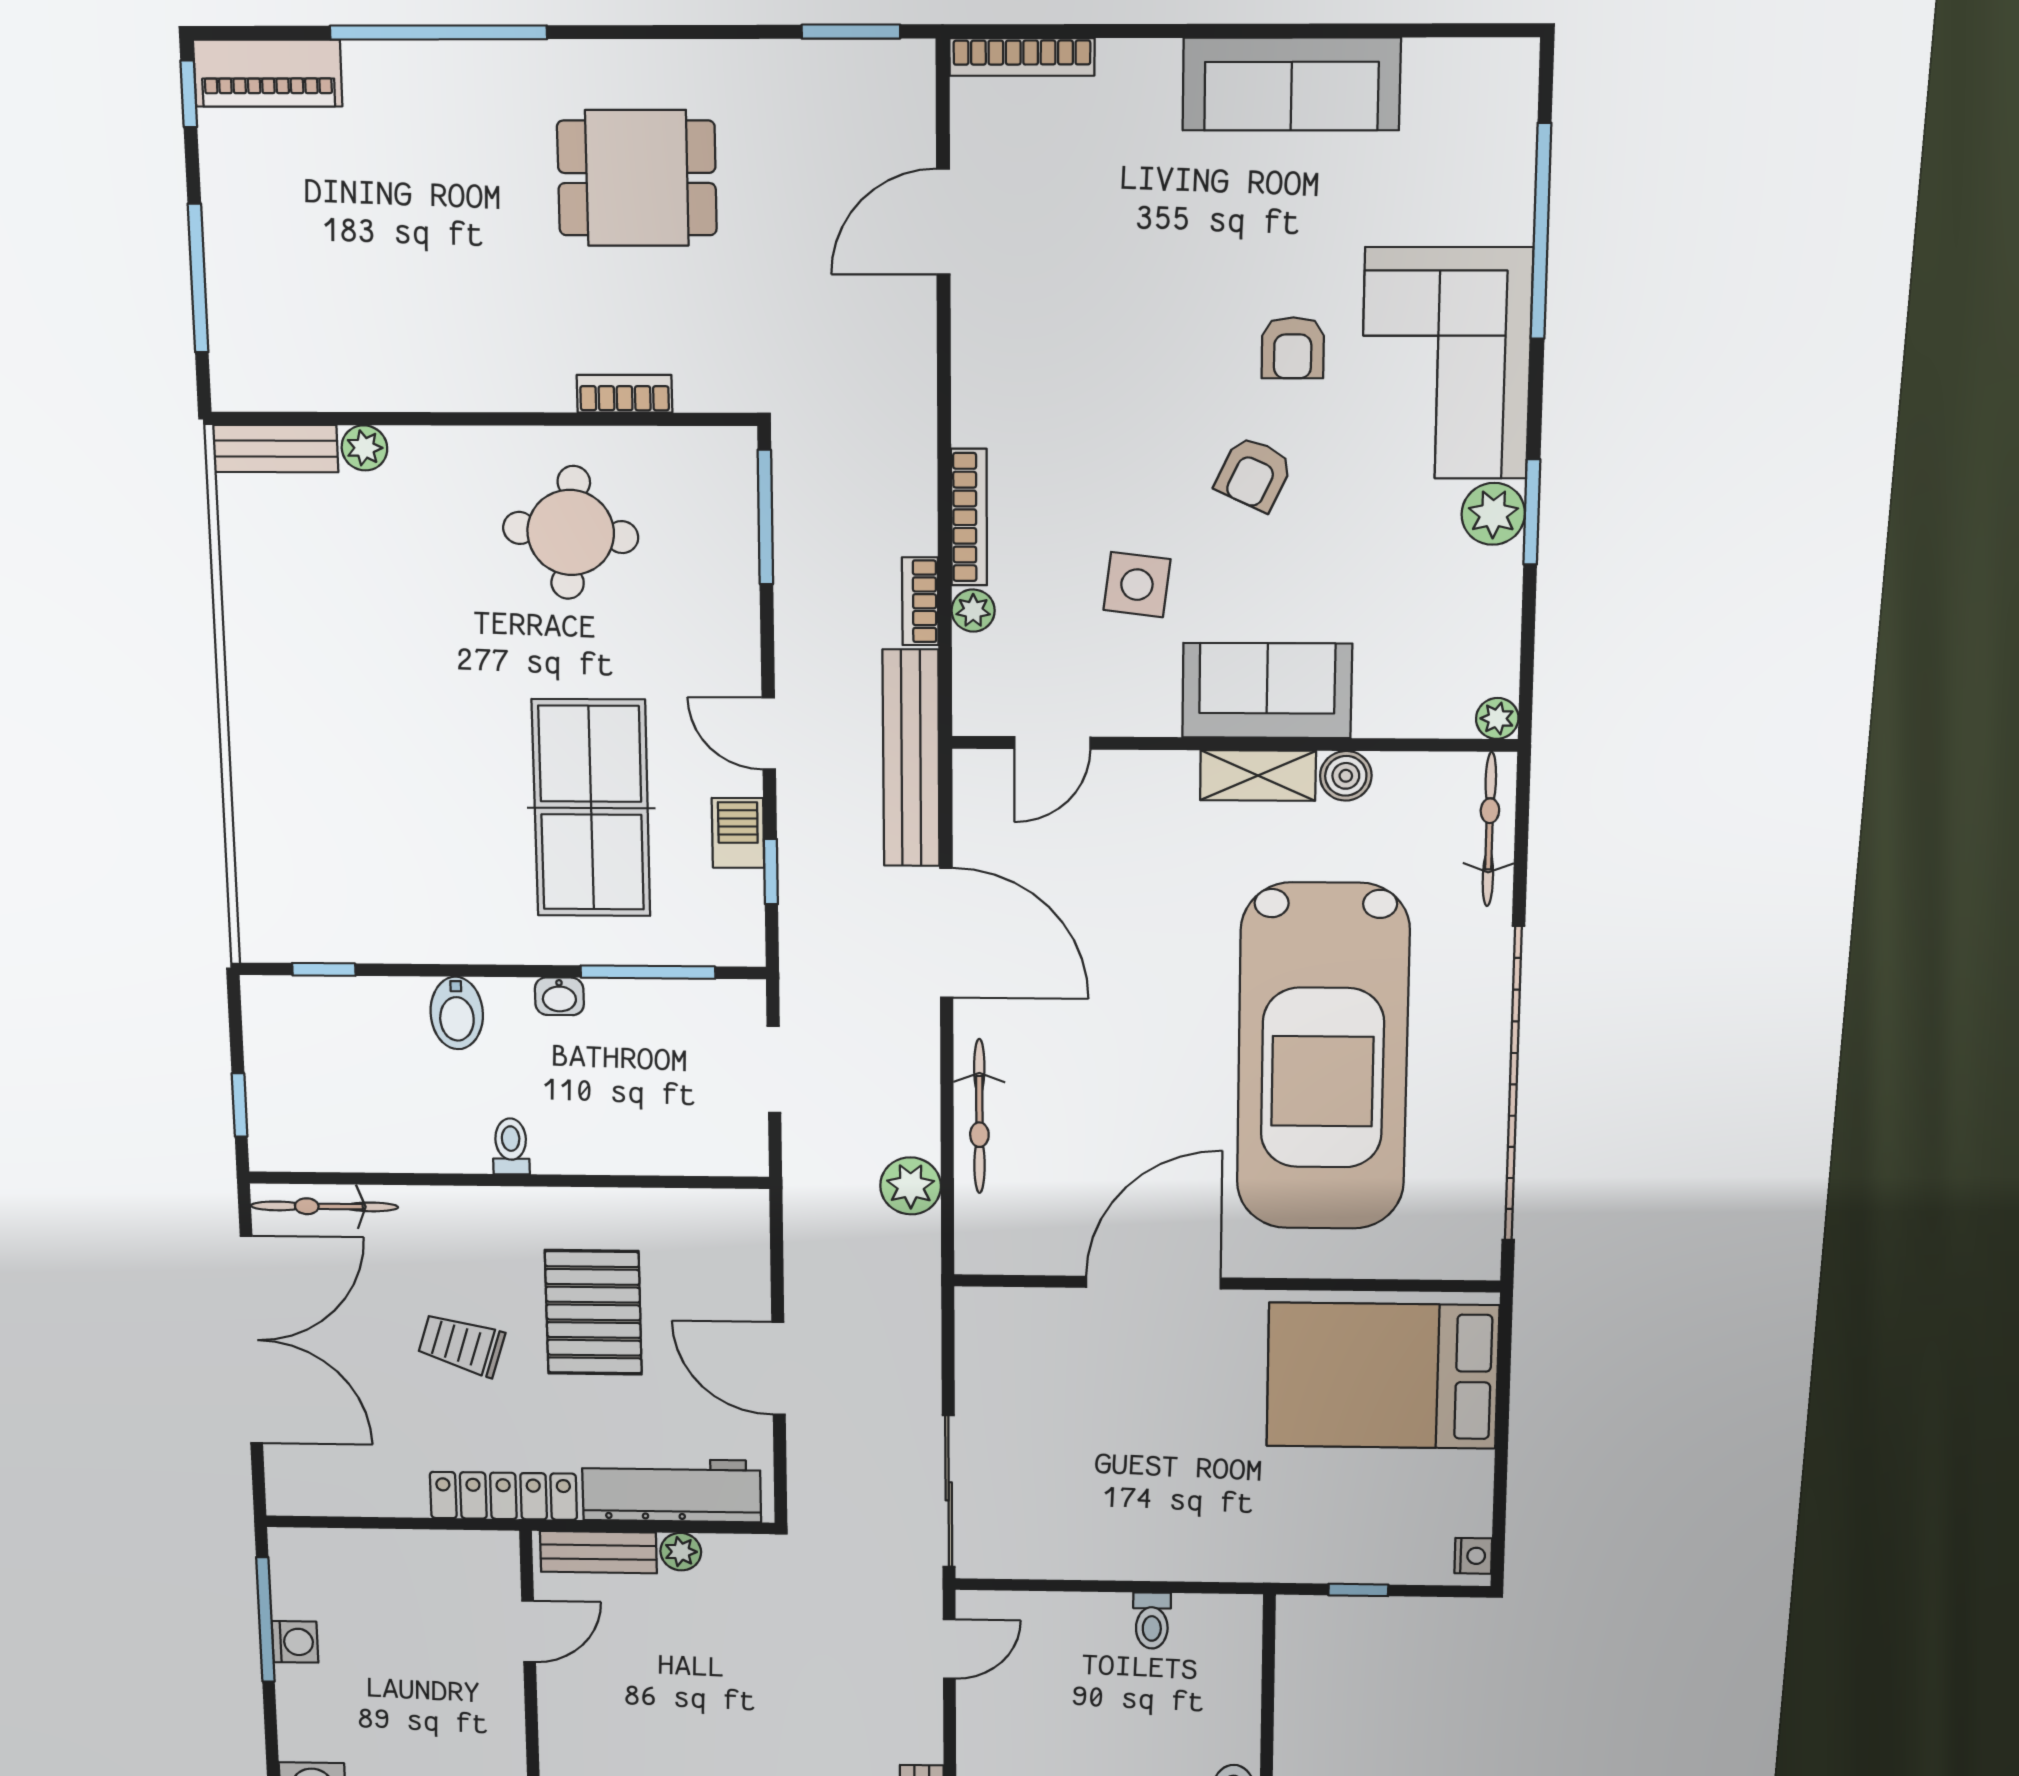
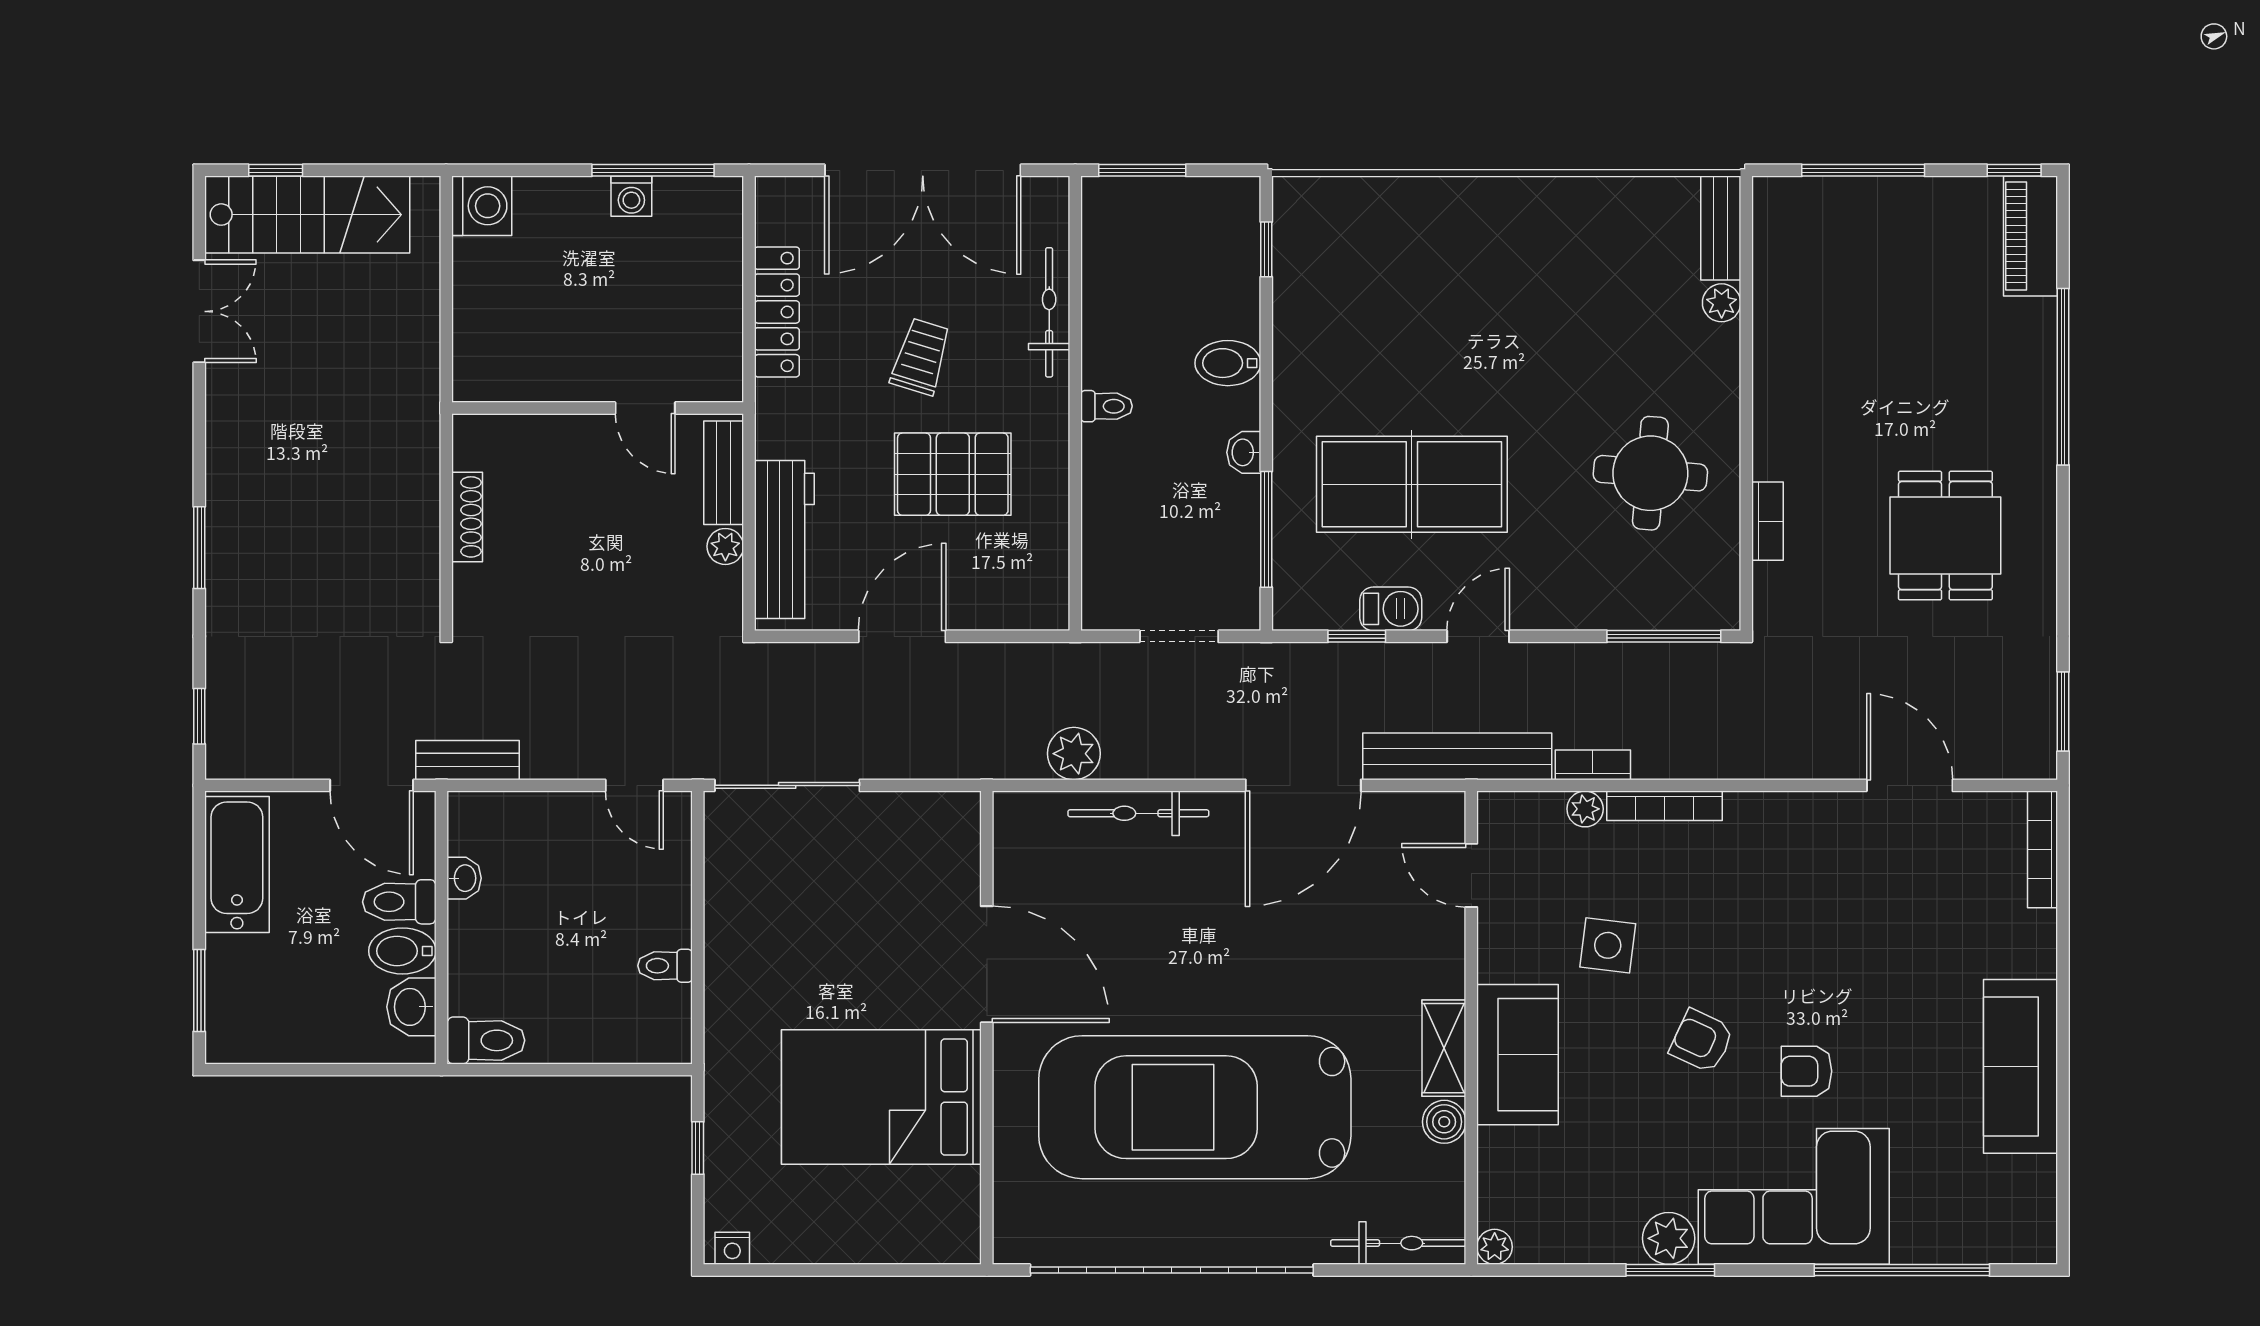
window: (240, 1105) -> (1142, 170), width x1.50
bicycle: (324, 1206) -> (1049, 312), moved
bed: (1382, 1376) -> (881, 1097), moved, turned -90
locker: (503, 1496) -> (777, 312), moved

